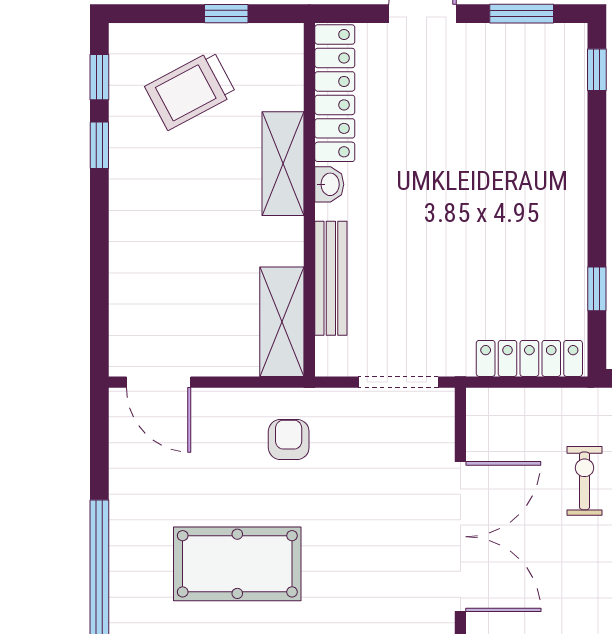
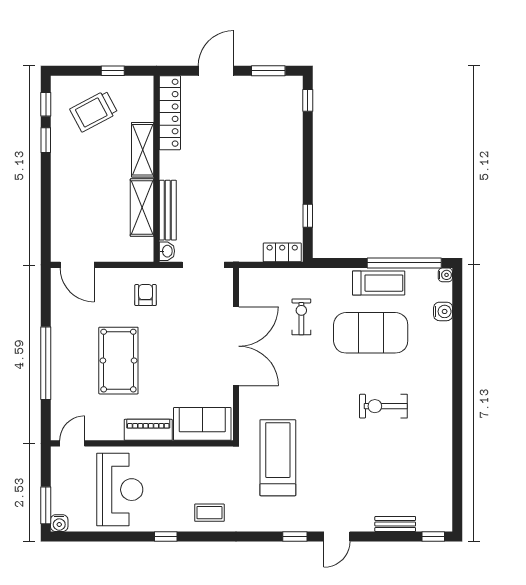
washbasin: (329, 184) -> (167, 251), moved
shelving: (282, 322) -> (142, 208), moved
locker: (529, 358) -> (282, 252), width x0.66
pool table: (237, 564) -> (118, 361), turned 90

